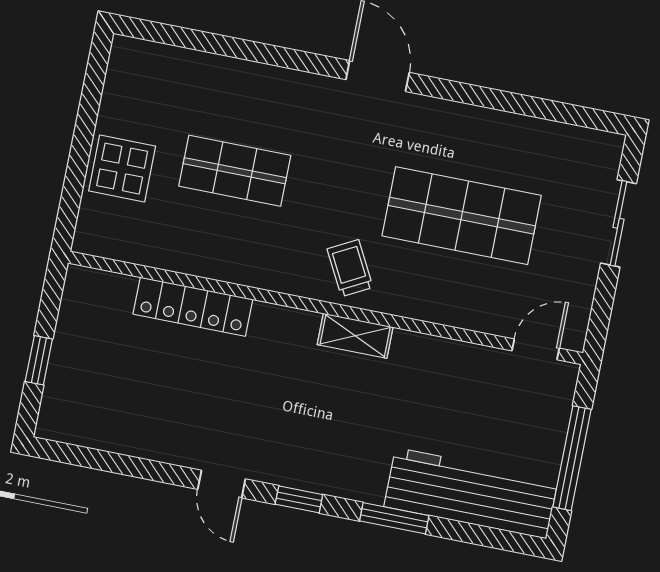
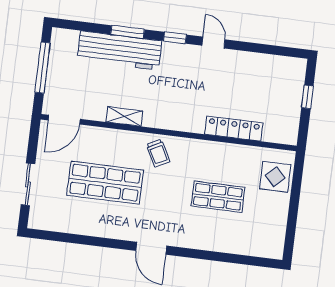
display table: (122, 169) -> (275, 177), moved
shelving: (355, 336) -> (124, 116), moved
door: (536, 349) -> (64, 120), width x1.38
workbench: (471, 493) -> (119, 50), moved

